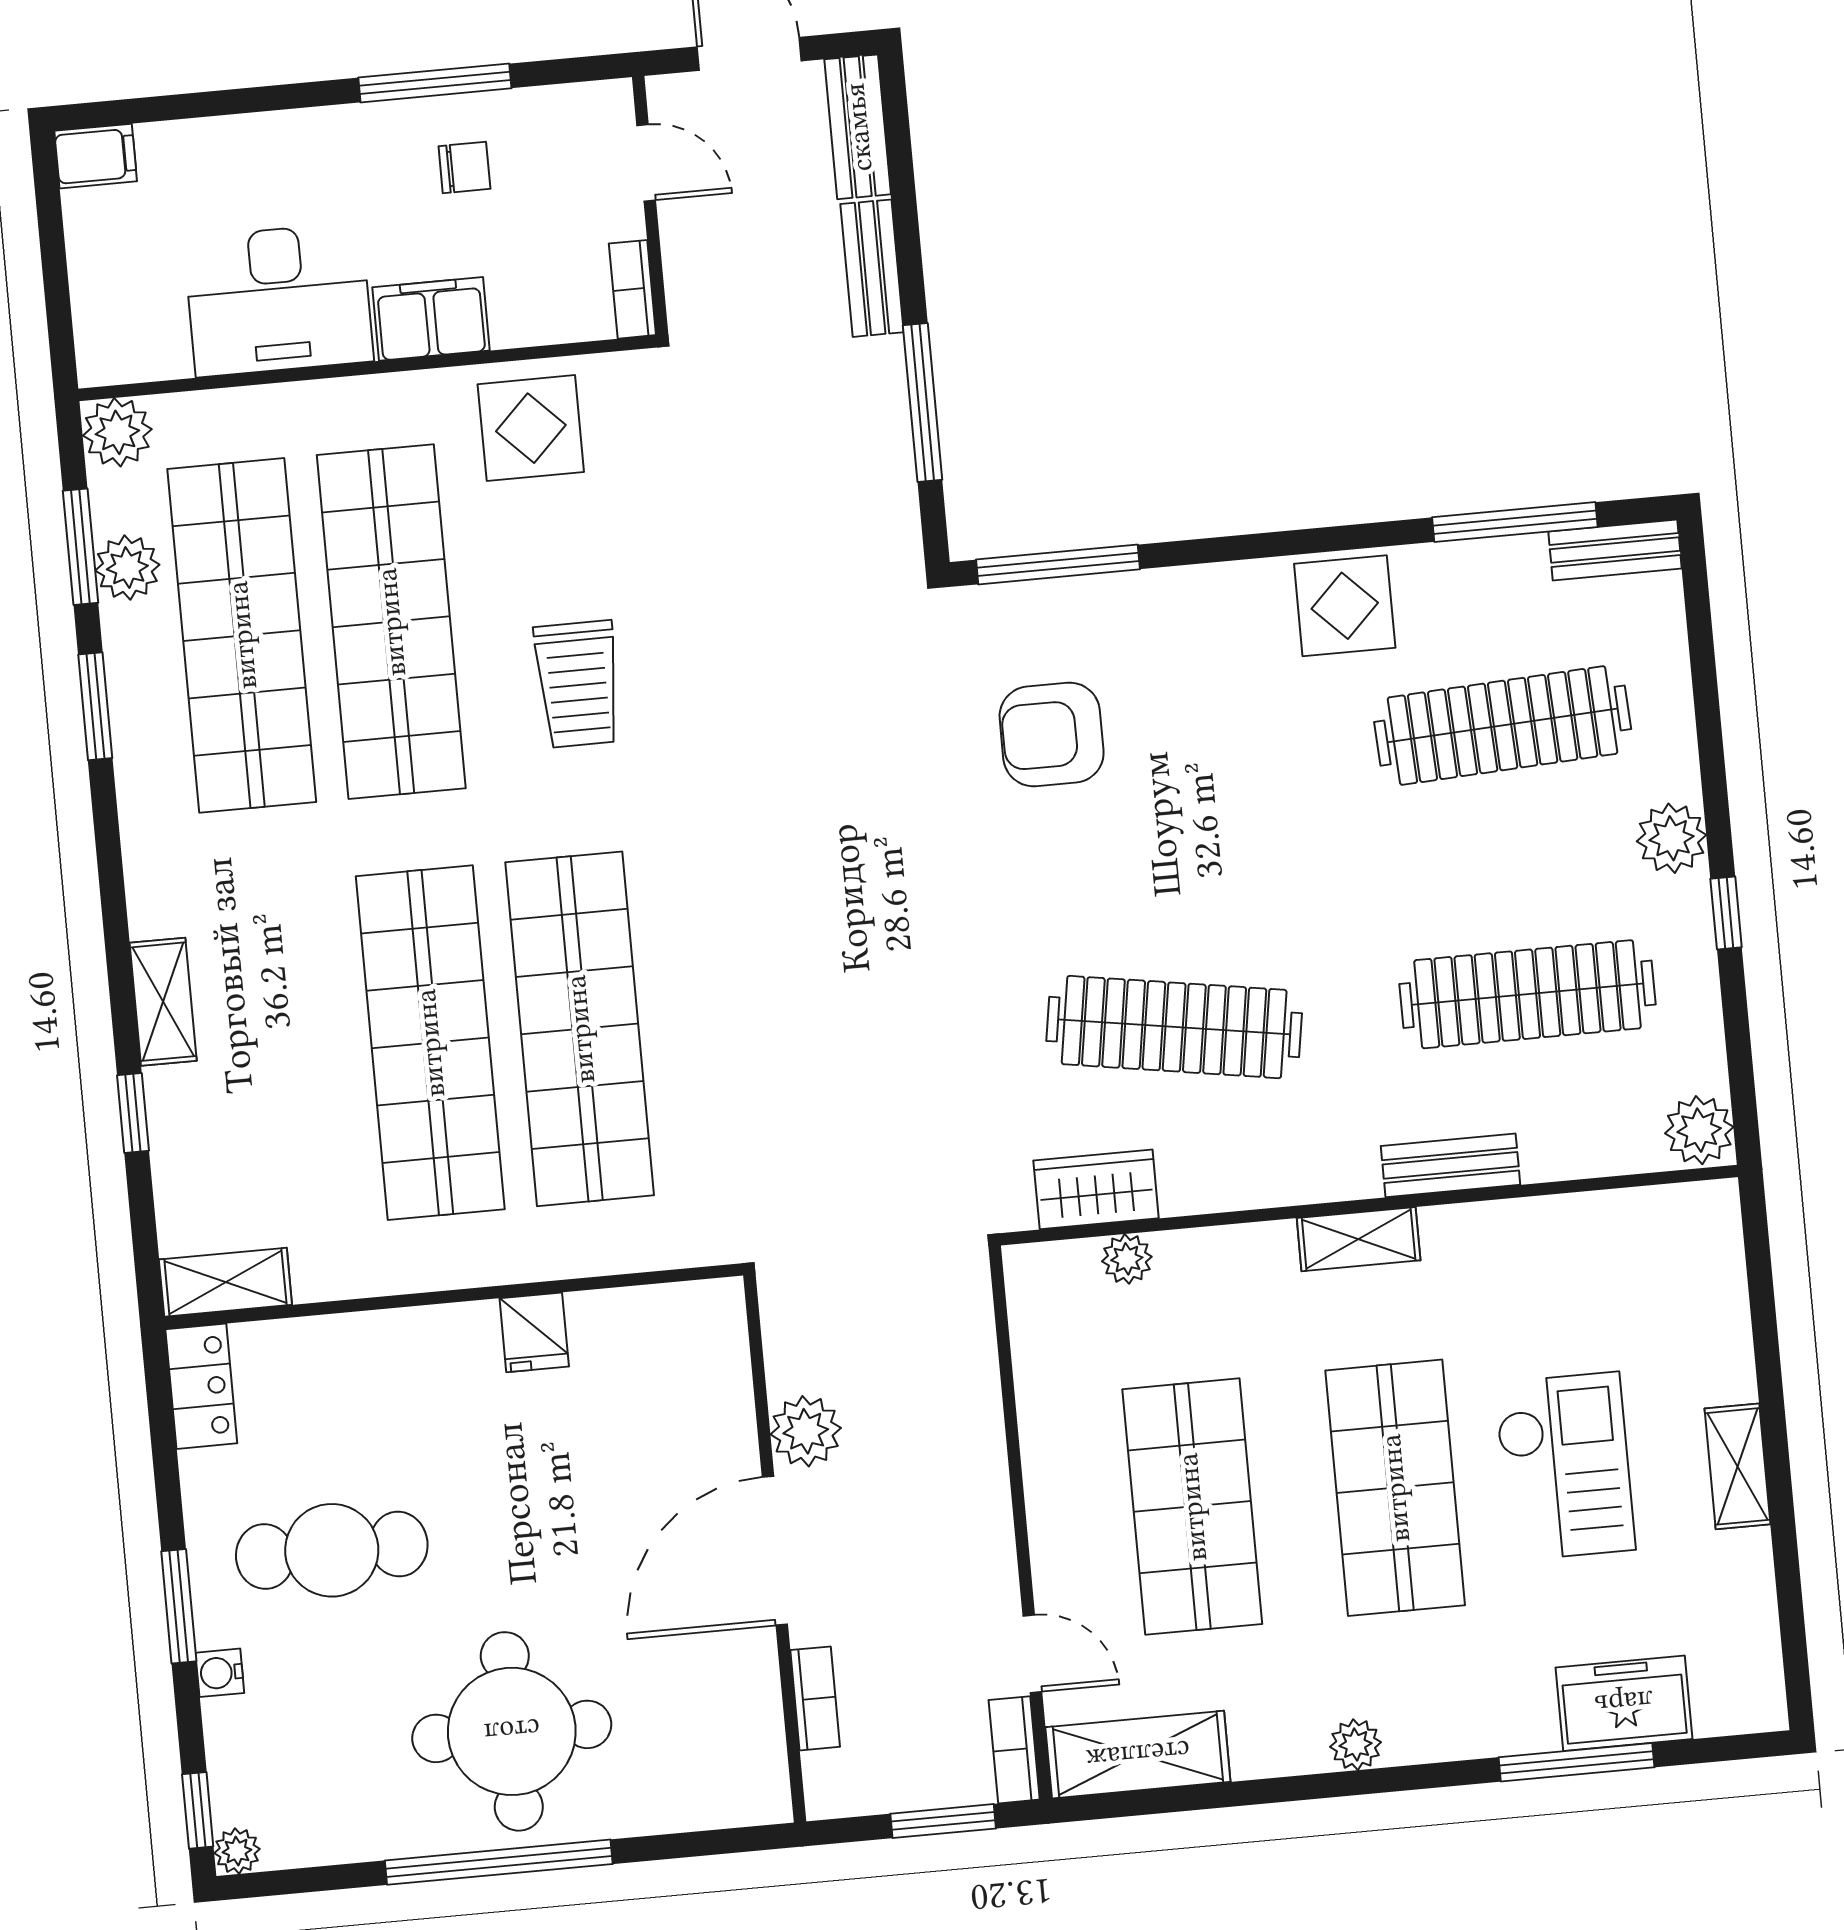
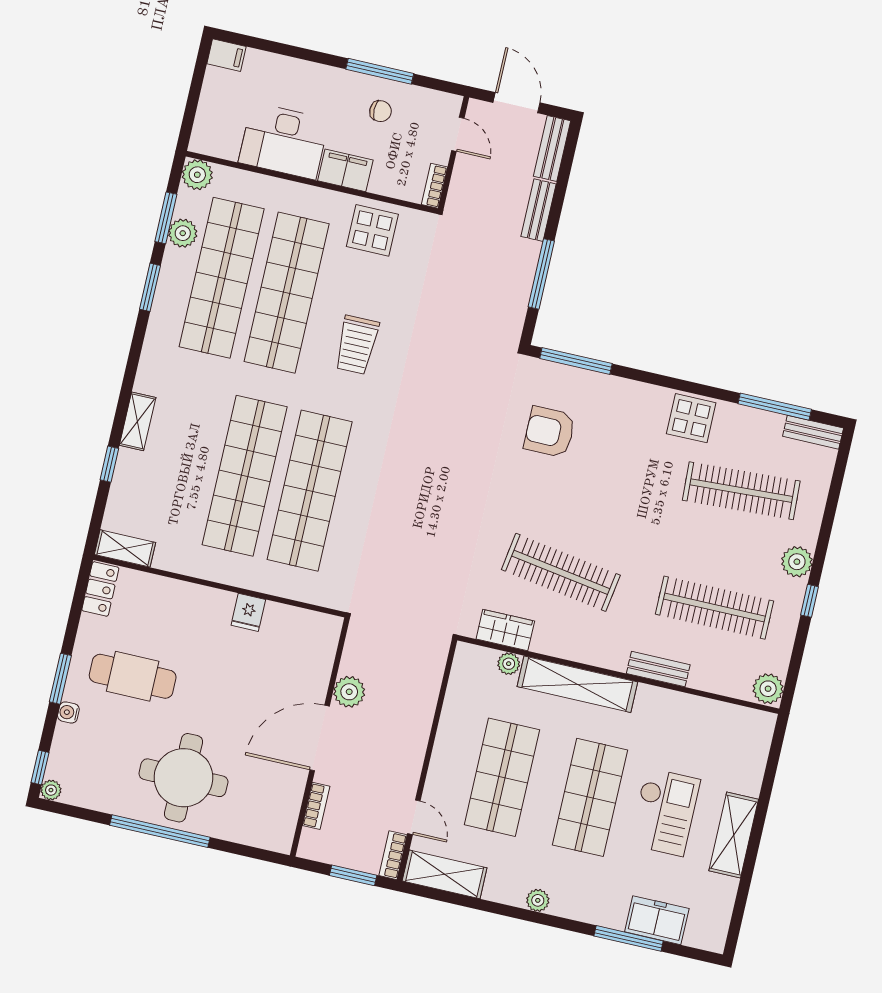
shelving: (1359, 1239) -> (577, 684), width x2.20, depth x1.33
shelving: (1738, 1466) -> (734, 835), width x1.50, depth x1.33

